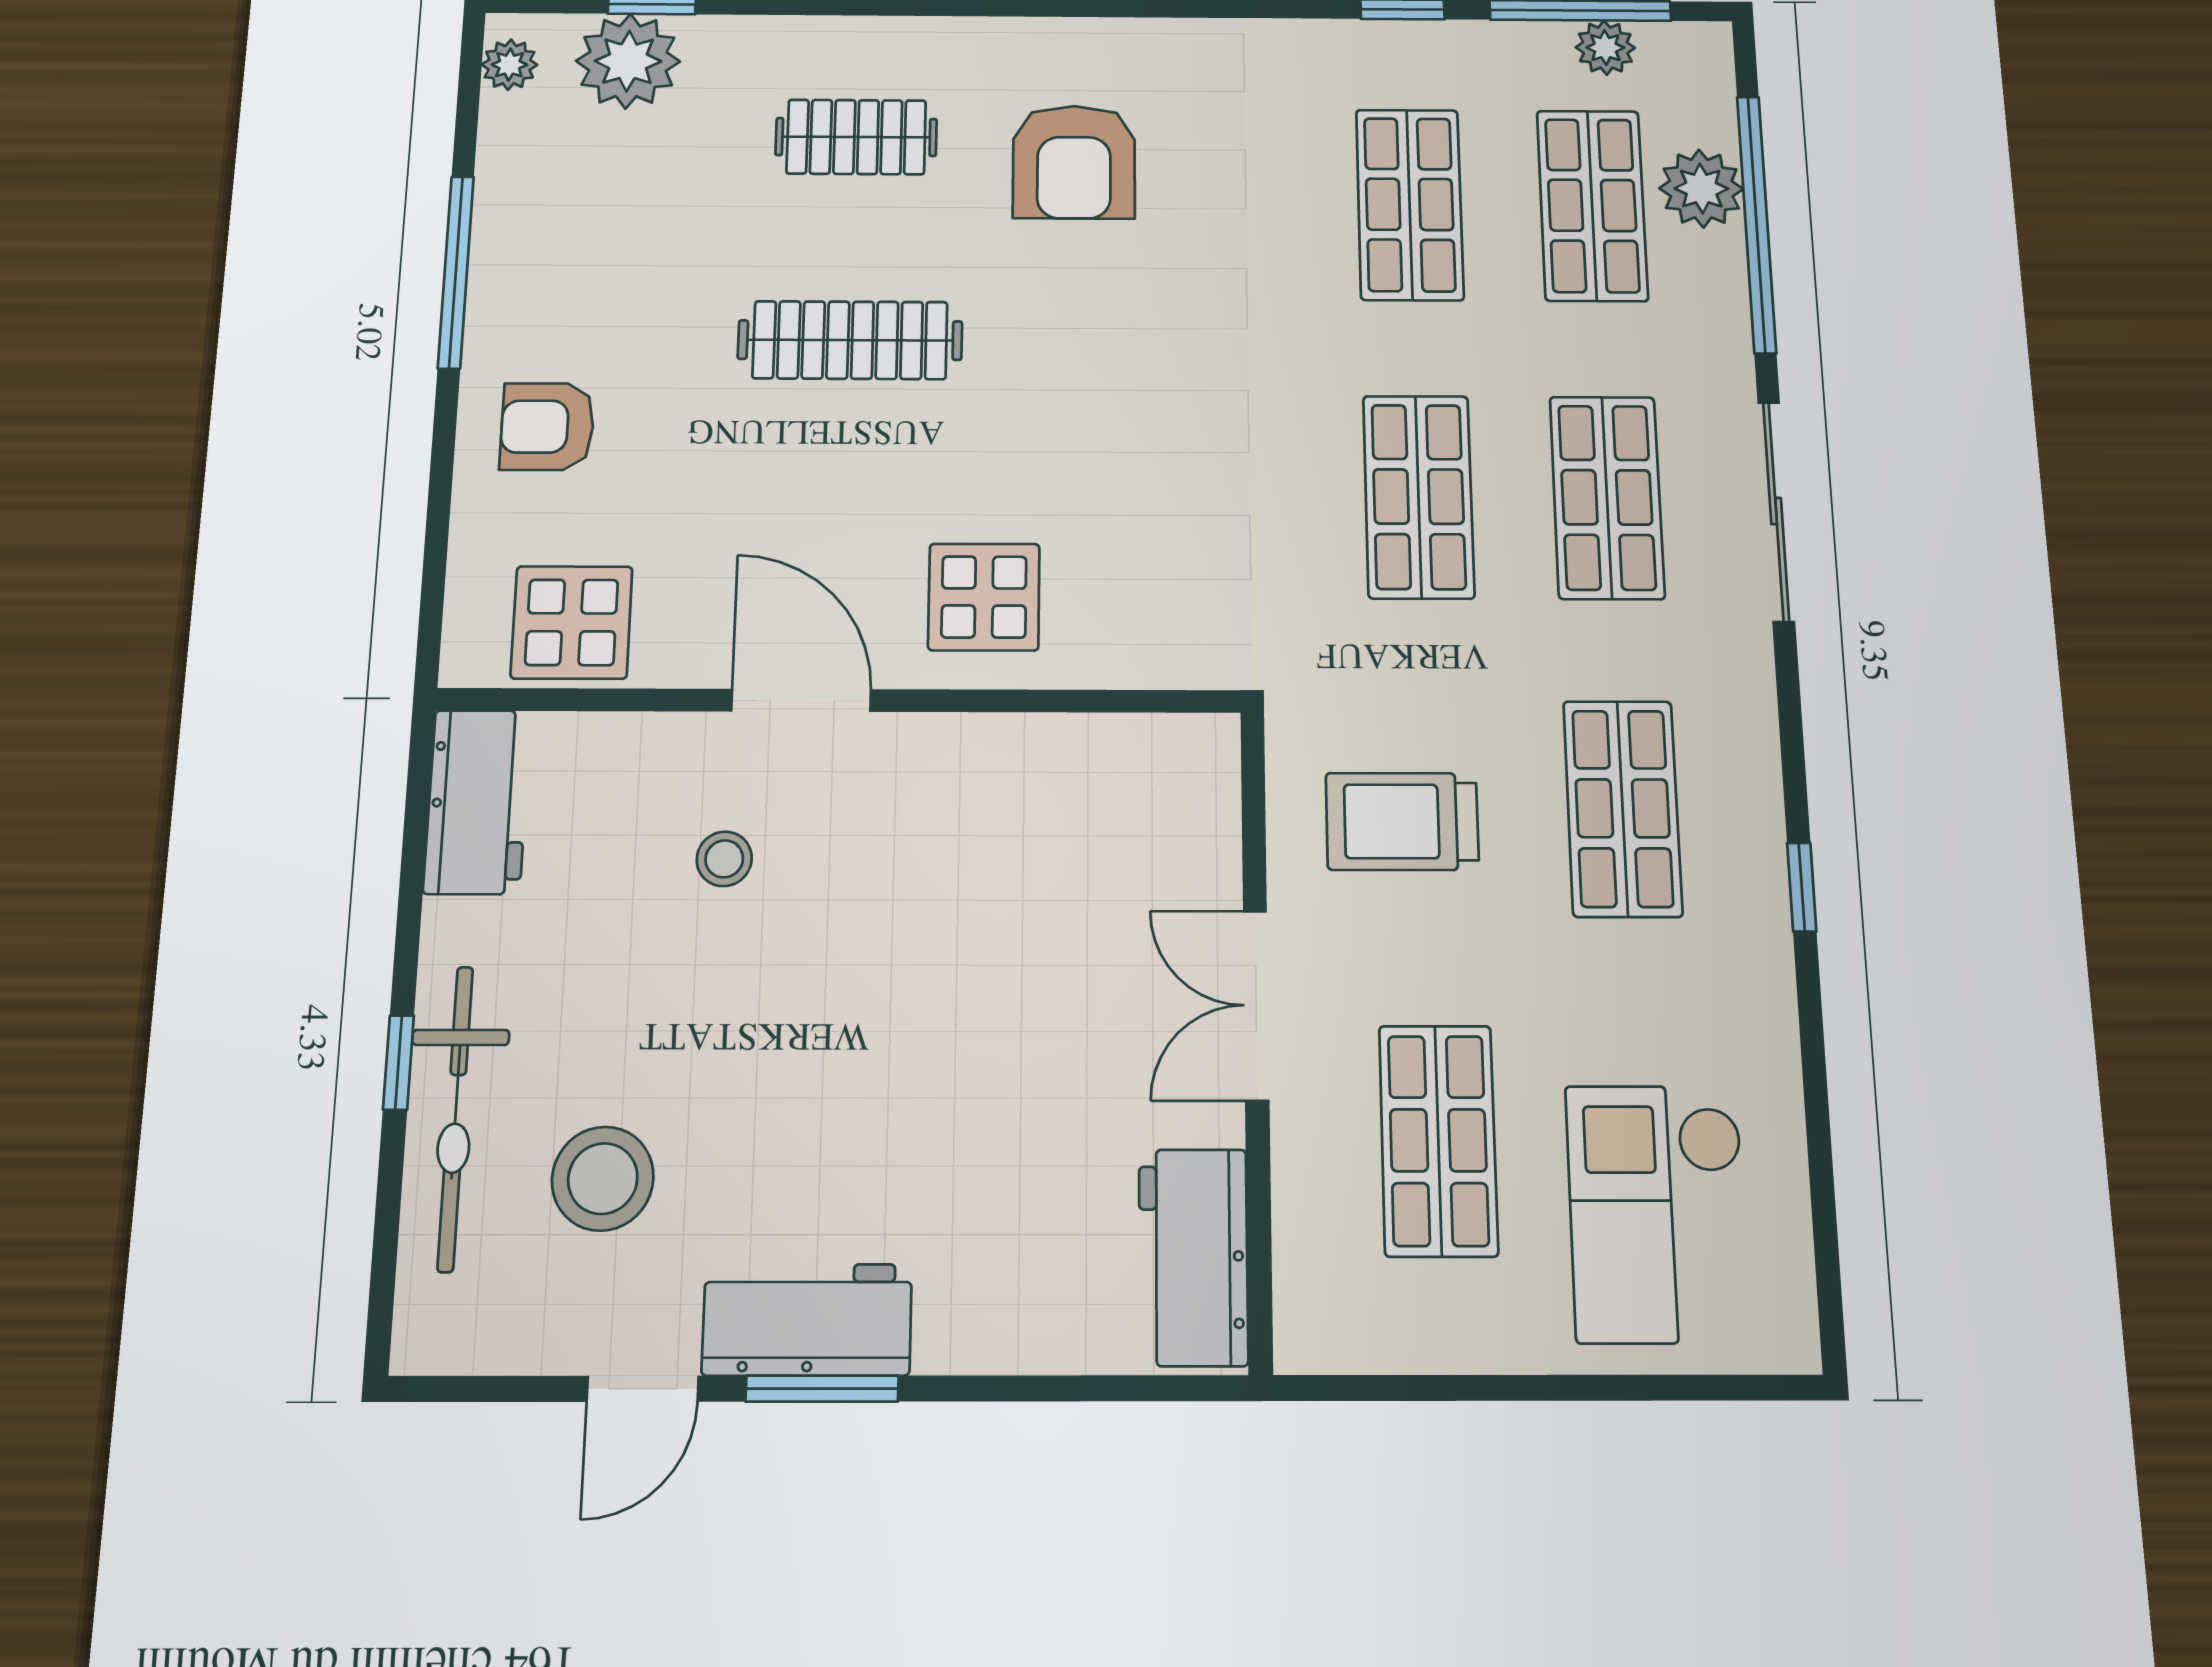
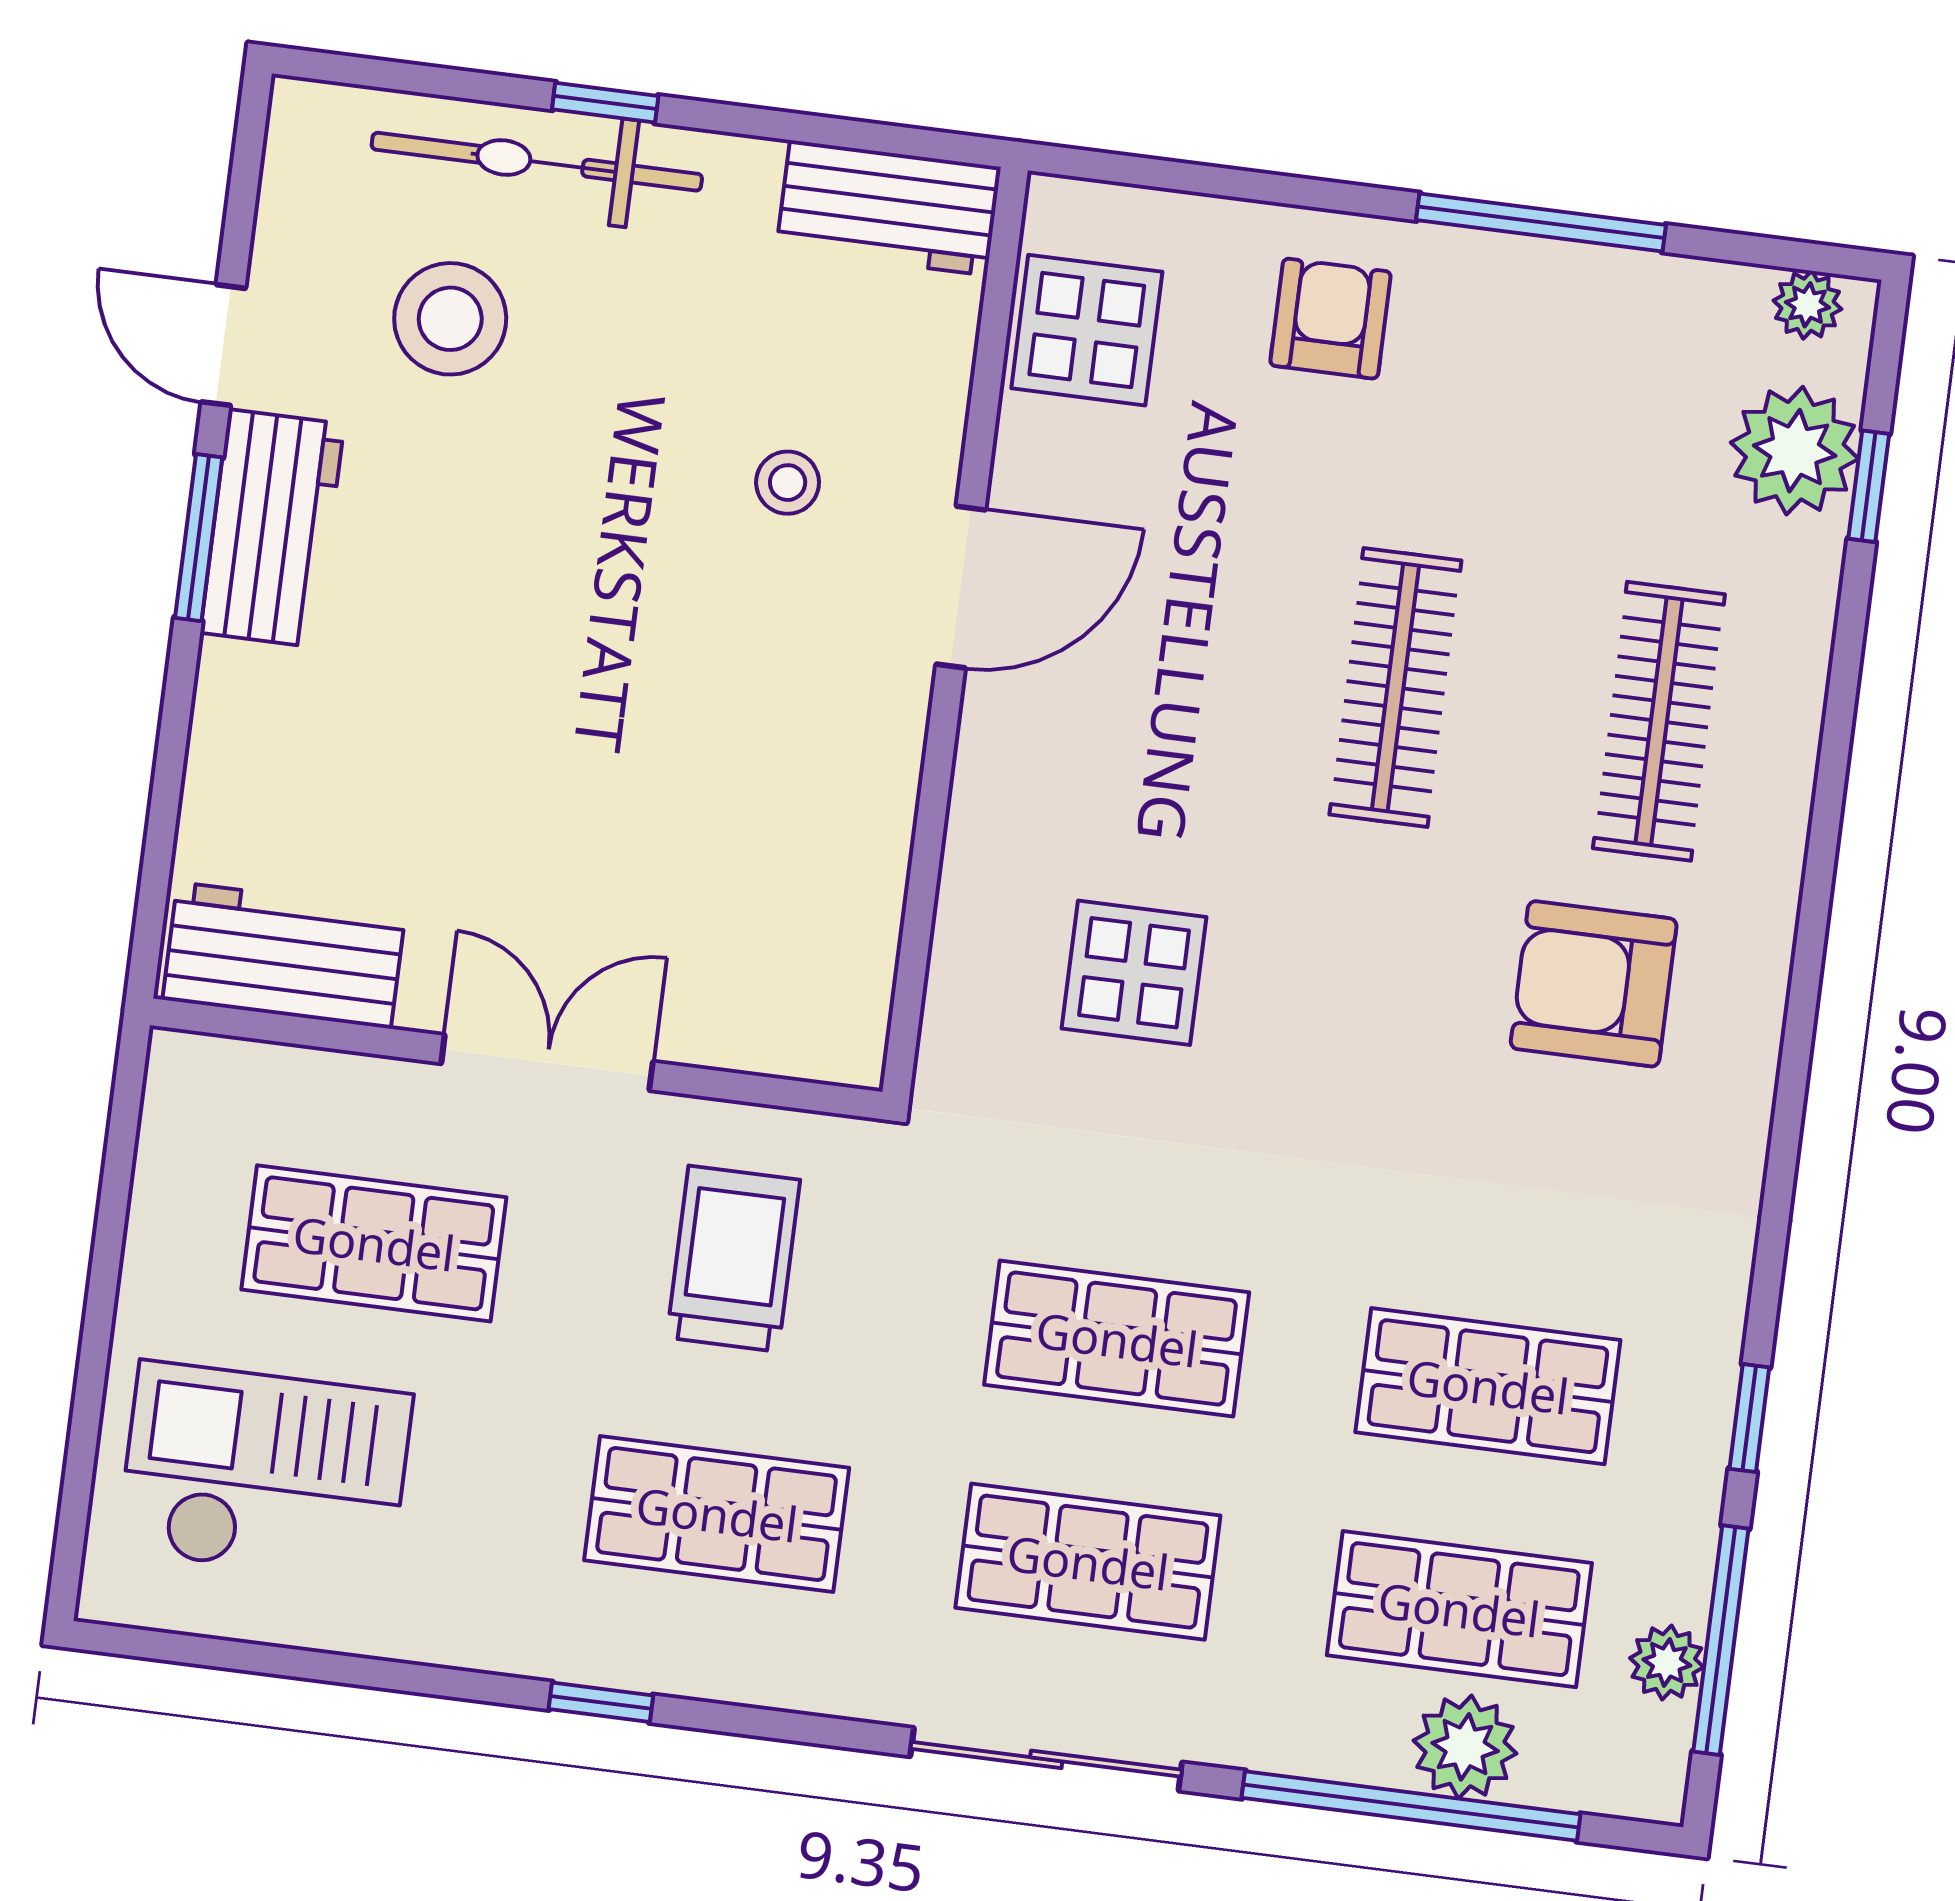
clothes rail: (856, 137) -> (1659, 721), width x1.36
display table: (984, 597) -> (1134, 973), moved

